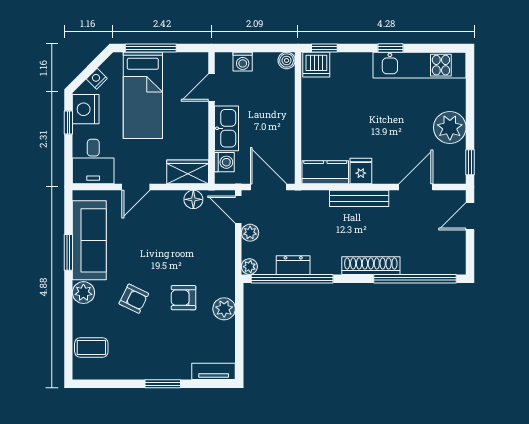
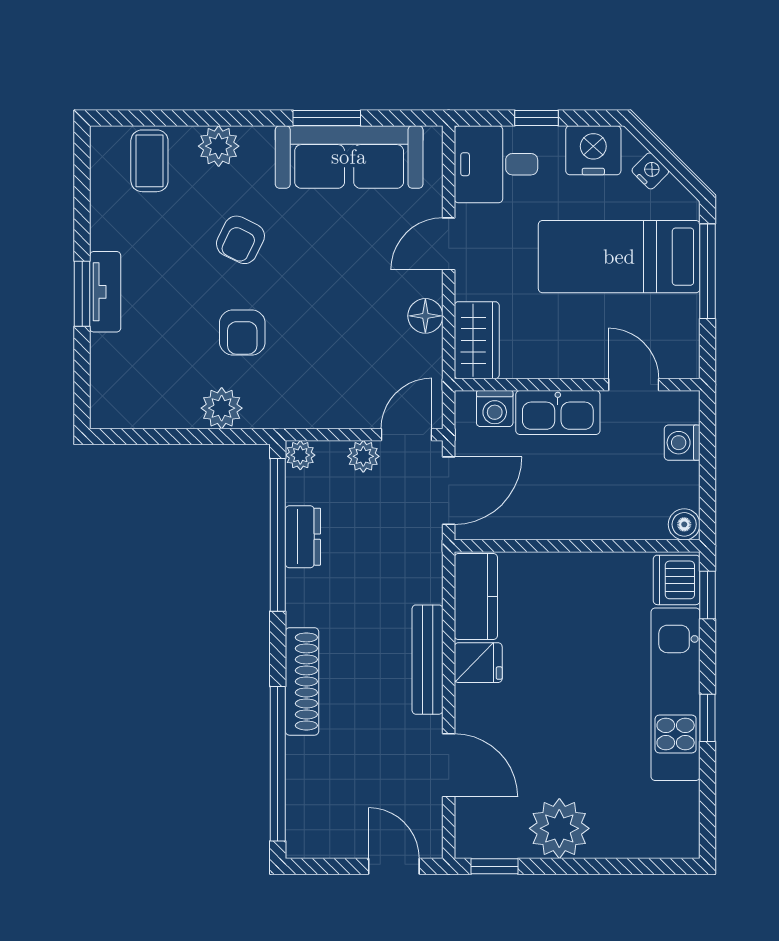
kitchen unit: (420, 65) -> (676, 694), moved
window: (68, 122) -> (537, 118), moved
door: (136, 187) -> (449, 244), hinge flipped
floor lamp: (193, 199) -> (425, 316), moved
plant: (83, 293) -> (219, 146), moved
armchair: (184, 298) -> (242, 332), turned 180
tv unit: (214, 371) -> (105, 292), moved

